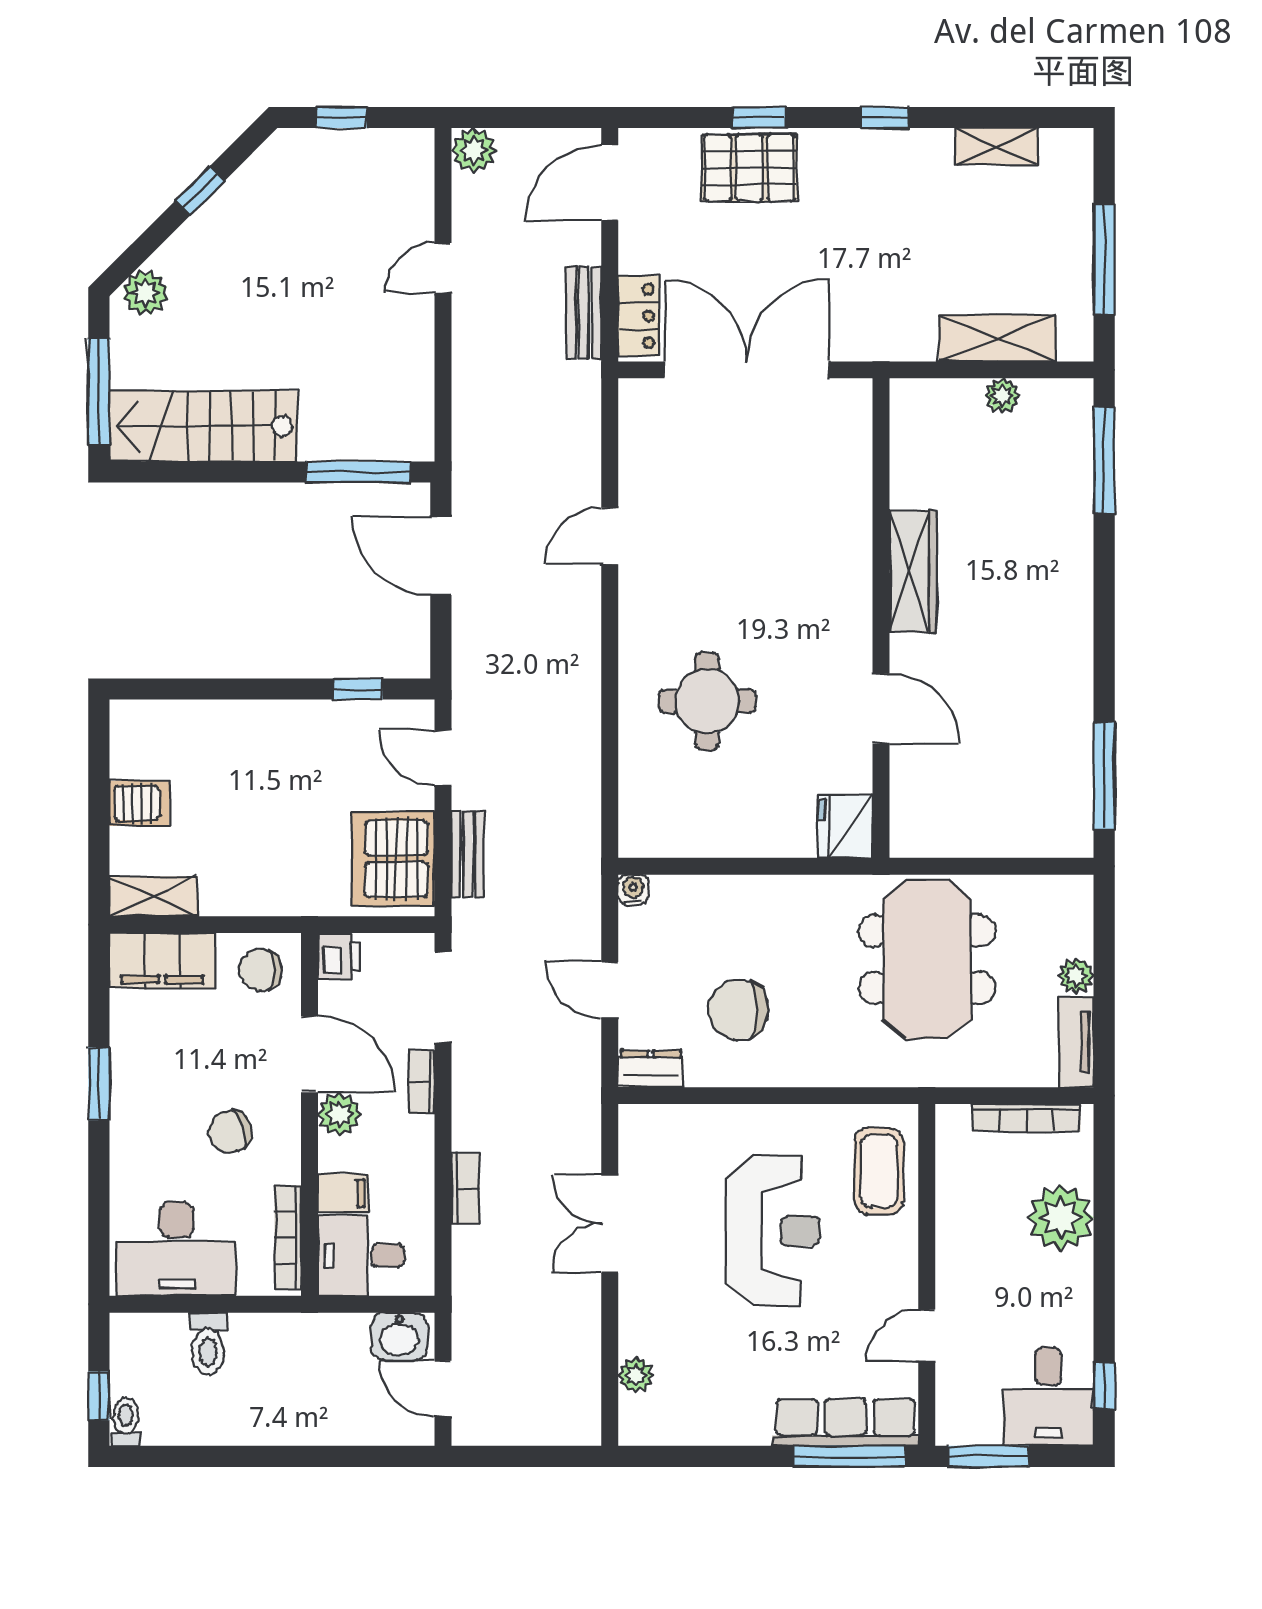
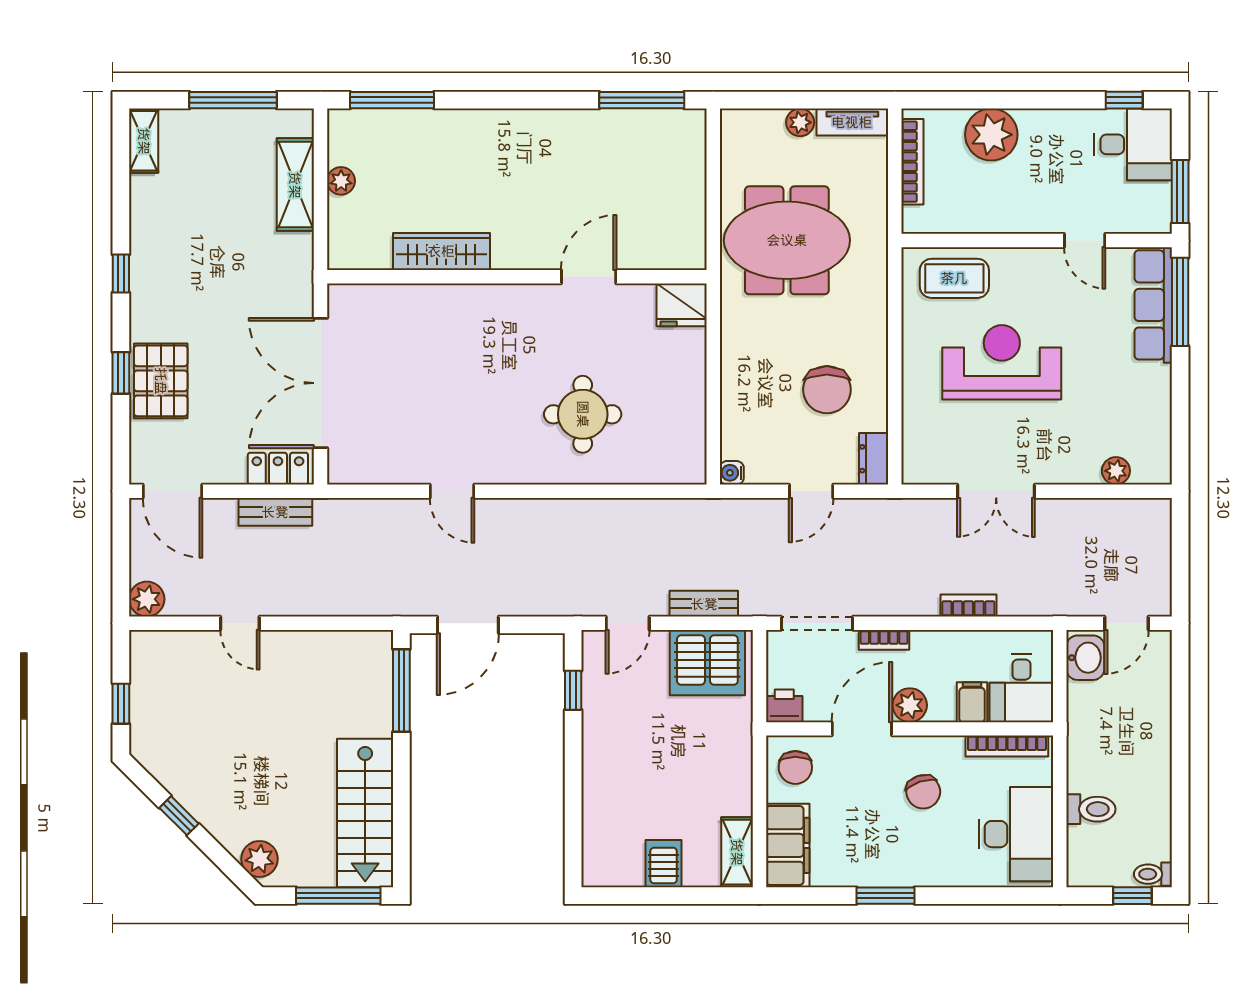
shelving: (996, 146) -> (144, 141), moved
wardrobe: (913, 571) -> (441, 251), moved

